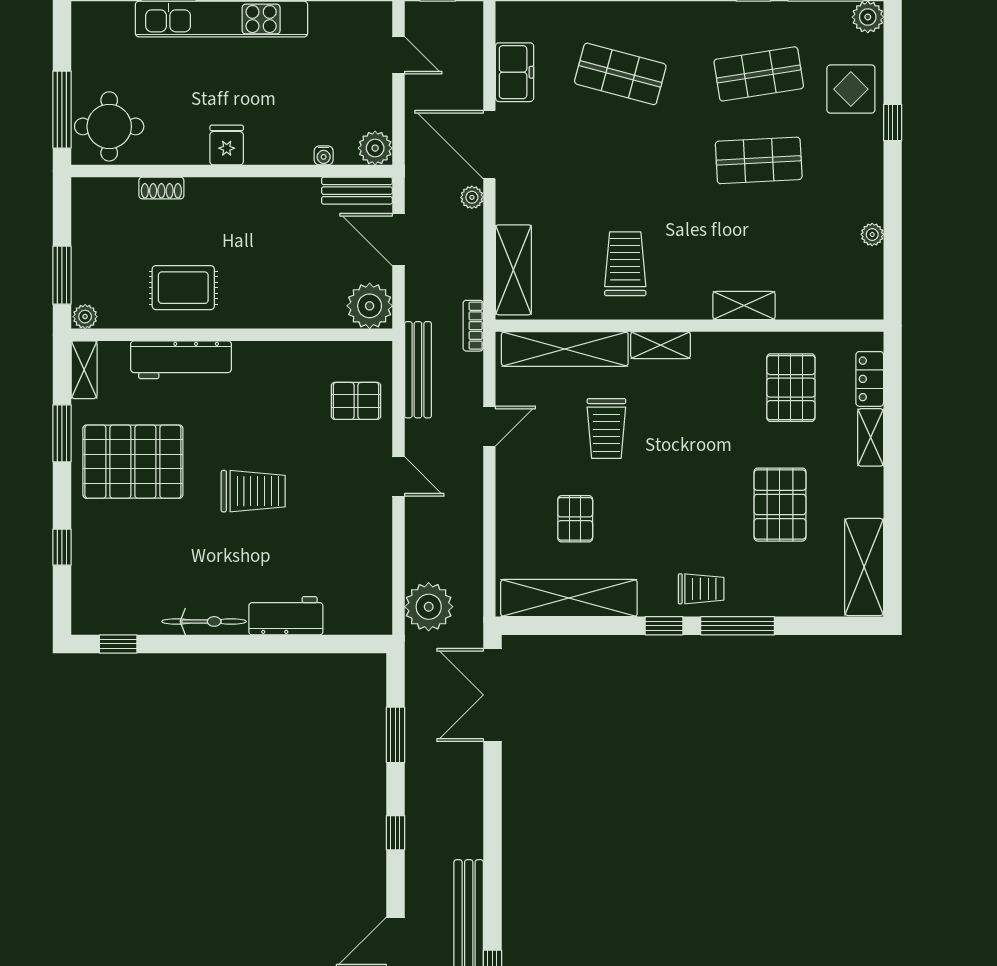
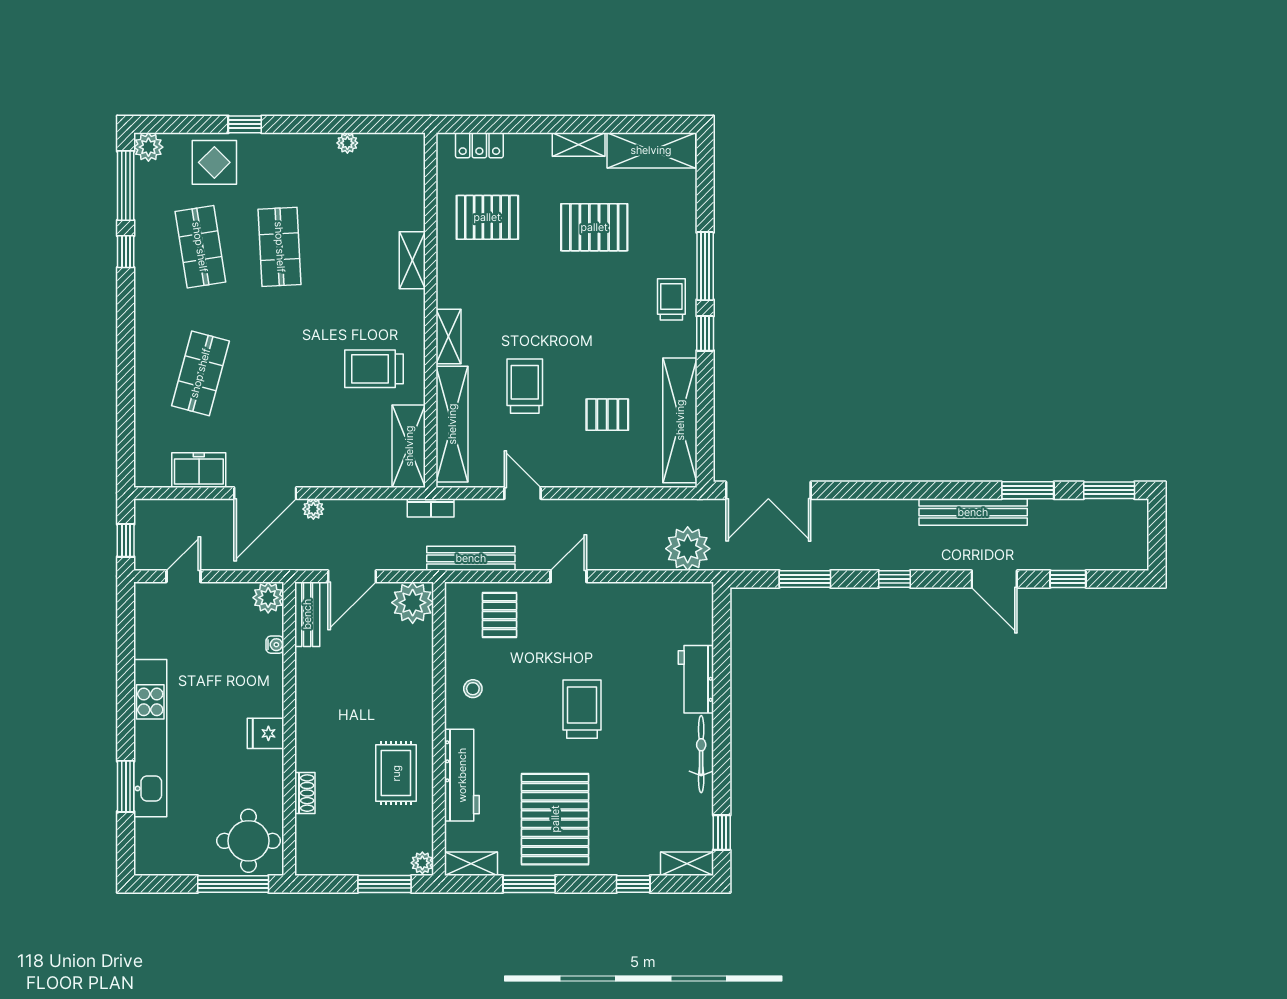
shelving: (513, 270) -> (409, 446), moved, turned 90
stool: (276, 372) -> (473, 689), added
trolley: (606, 429) -> (525, 386), turned -90
shelving: (871, 437) -> (579, 144), moved
shelving: (84, 606) -> (687, 864), added

